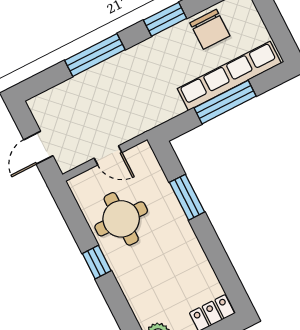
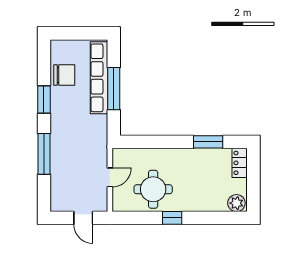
window: (187, 197) -> (208, 142), moved

